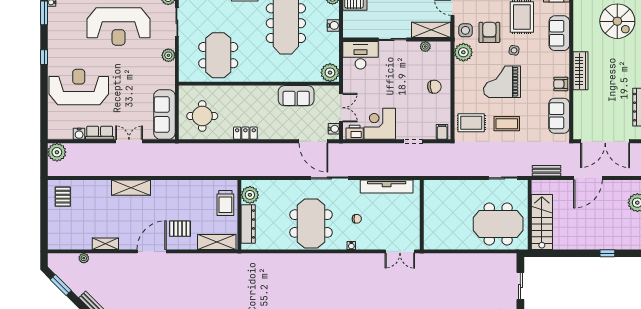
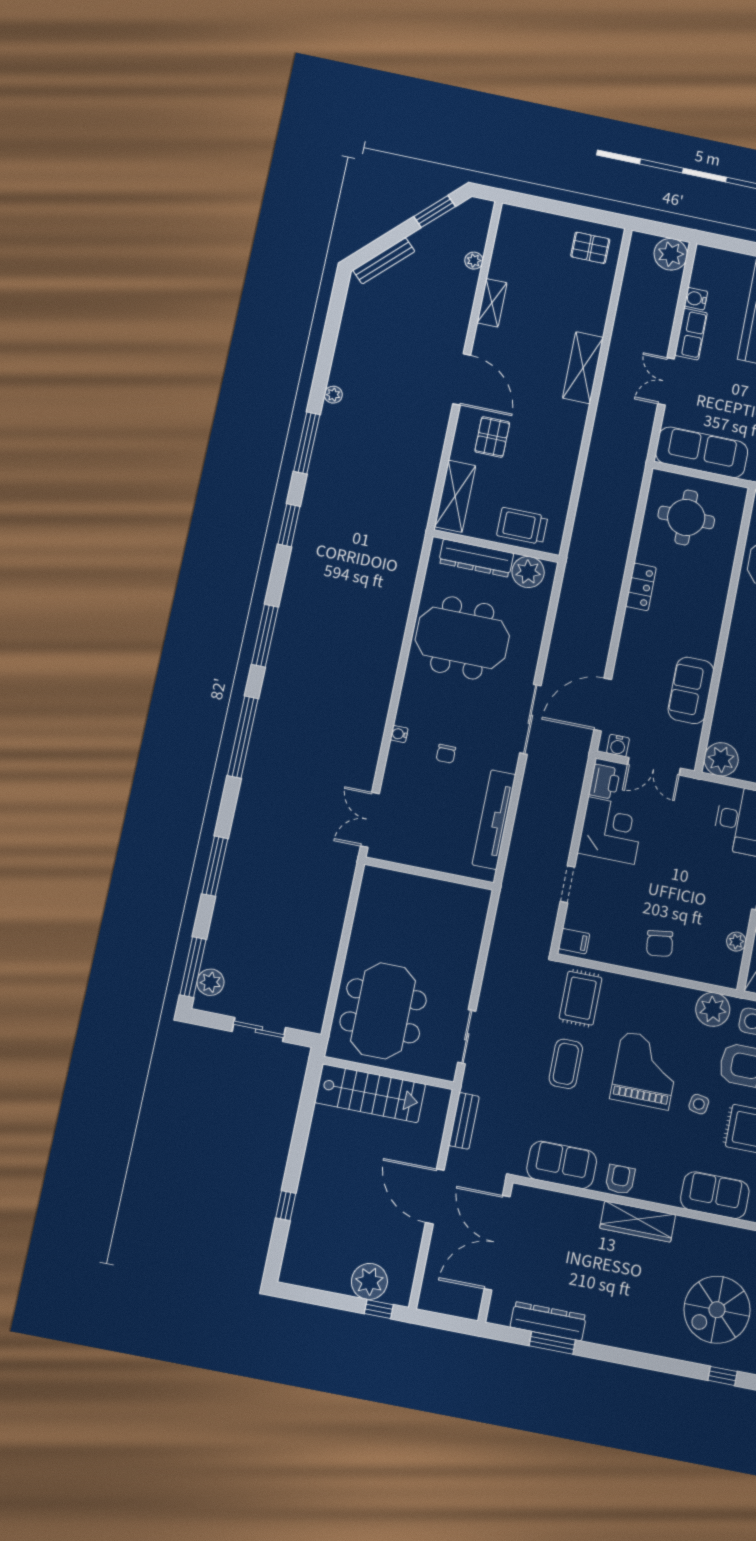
double door: (129, 141) -> (666, 381), swing flipped
meeting table: (311, 224) -> (462, 638), moved

